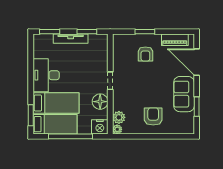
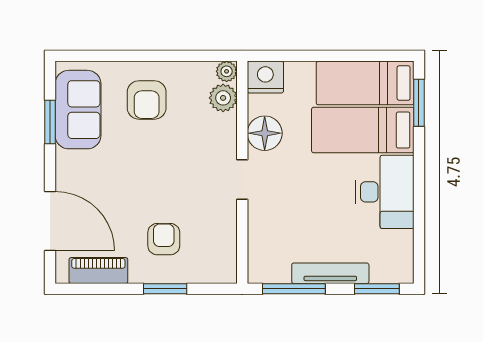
window: (87, 32) -> (294, 289), width x1.44
sofa: (184, 94) -> (78, 110), moved
window: (71, 136) -> (330, 56), removed

